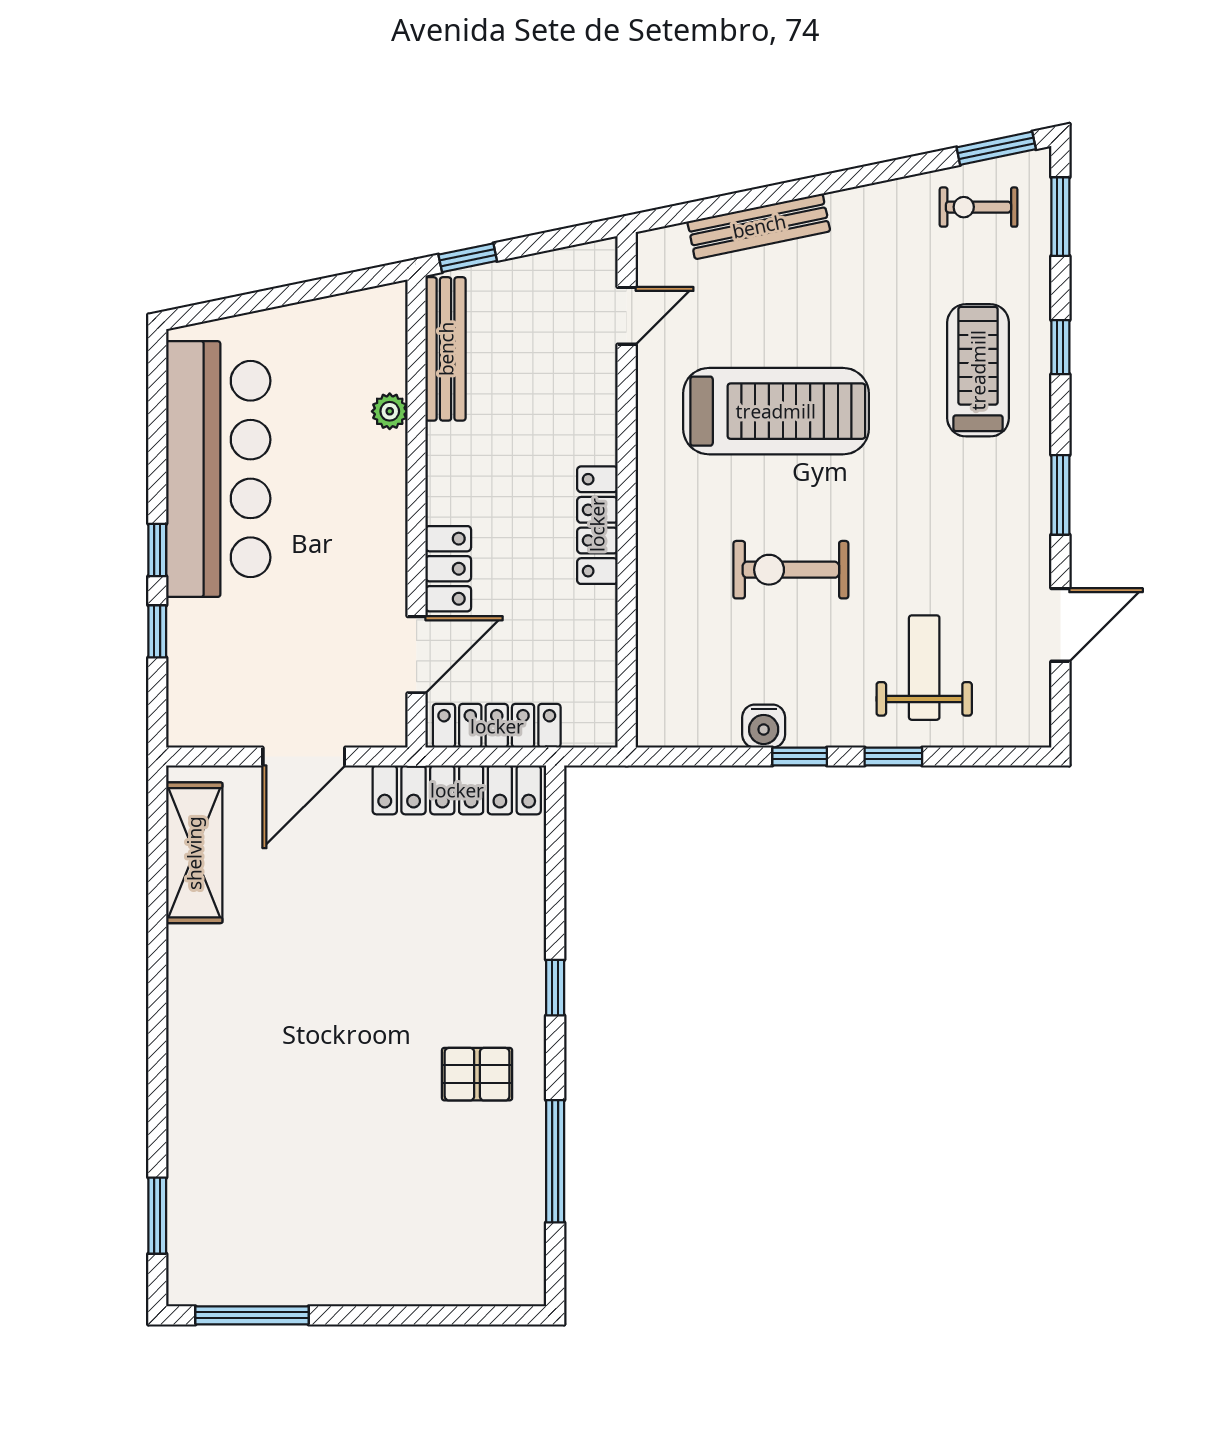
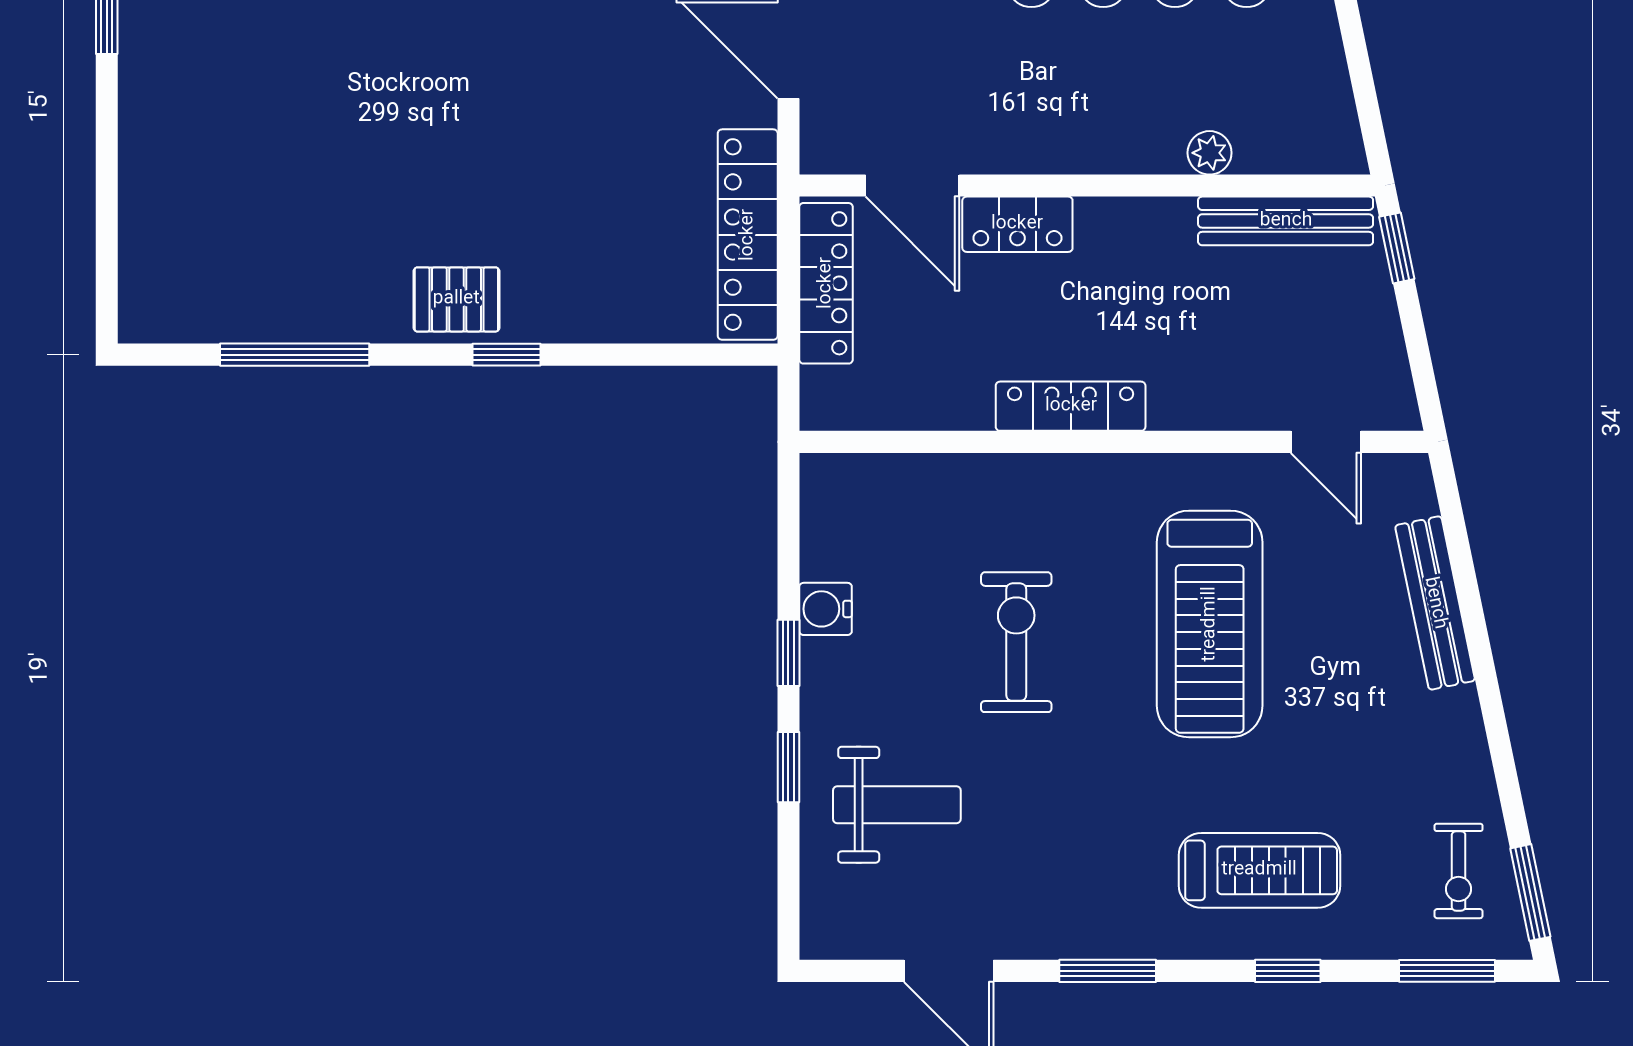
exercise bike: (978, 207) -> (1459, 871), turned 180
pallet: (477, 1074) -> (456, 299), moved, turned 90

